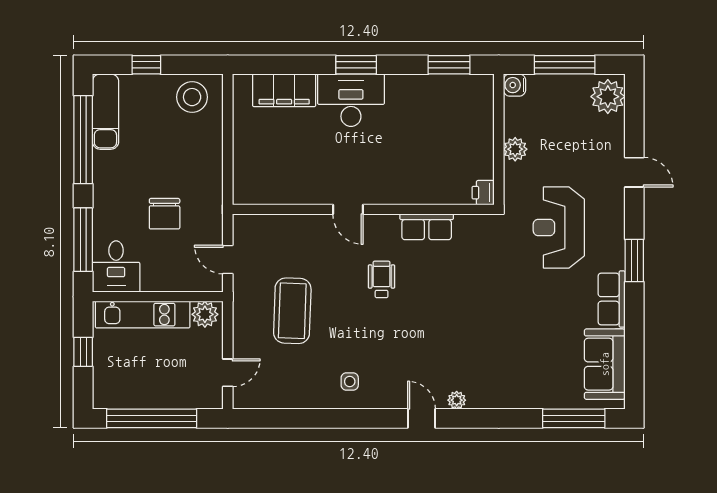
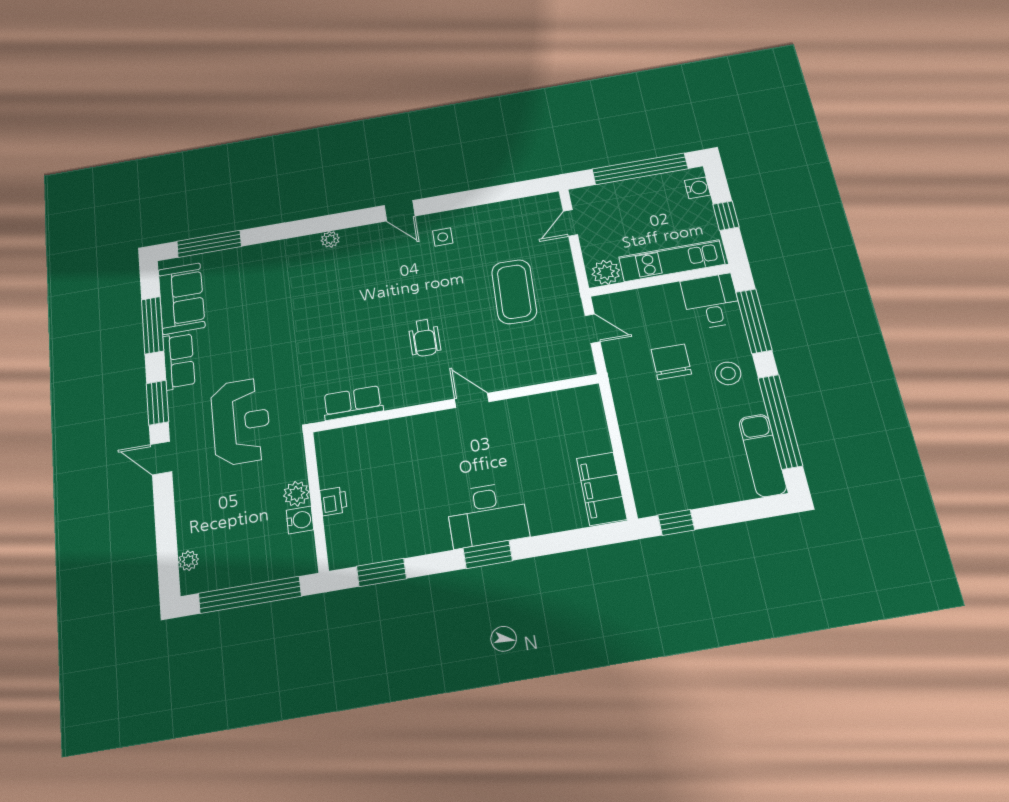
window: (146, 65) -> (676, 522), moved
window: (565, 65) -> (250, 595), width x1.46
water cooler: (514, 85) -> (300, 520), moved
filing cabinet: (284, 90) -> (602, 489), moved, turned -90
stool: (192, 97) -> (728, 373), moved, width x0.73, depth x0.73
plant: (608, 97) -> (188, 561), width x0.53, depth x0.53
door: (634, 172) -> (161, 458), moved
printer: (483, 193) -> (333, 501), moved
row of seats: (427, 227) -> (353, 403), moved
window: (634, 341) -> (152, 325), added
water cooler: (103, 387) -> (697, 188), added
door: (422, 418) -> (400, 211), moved

